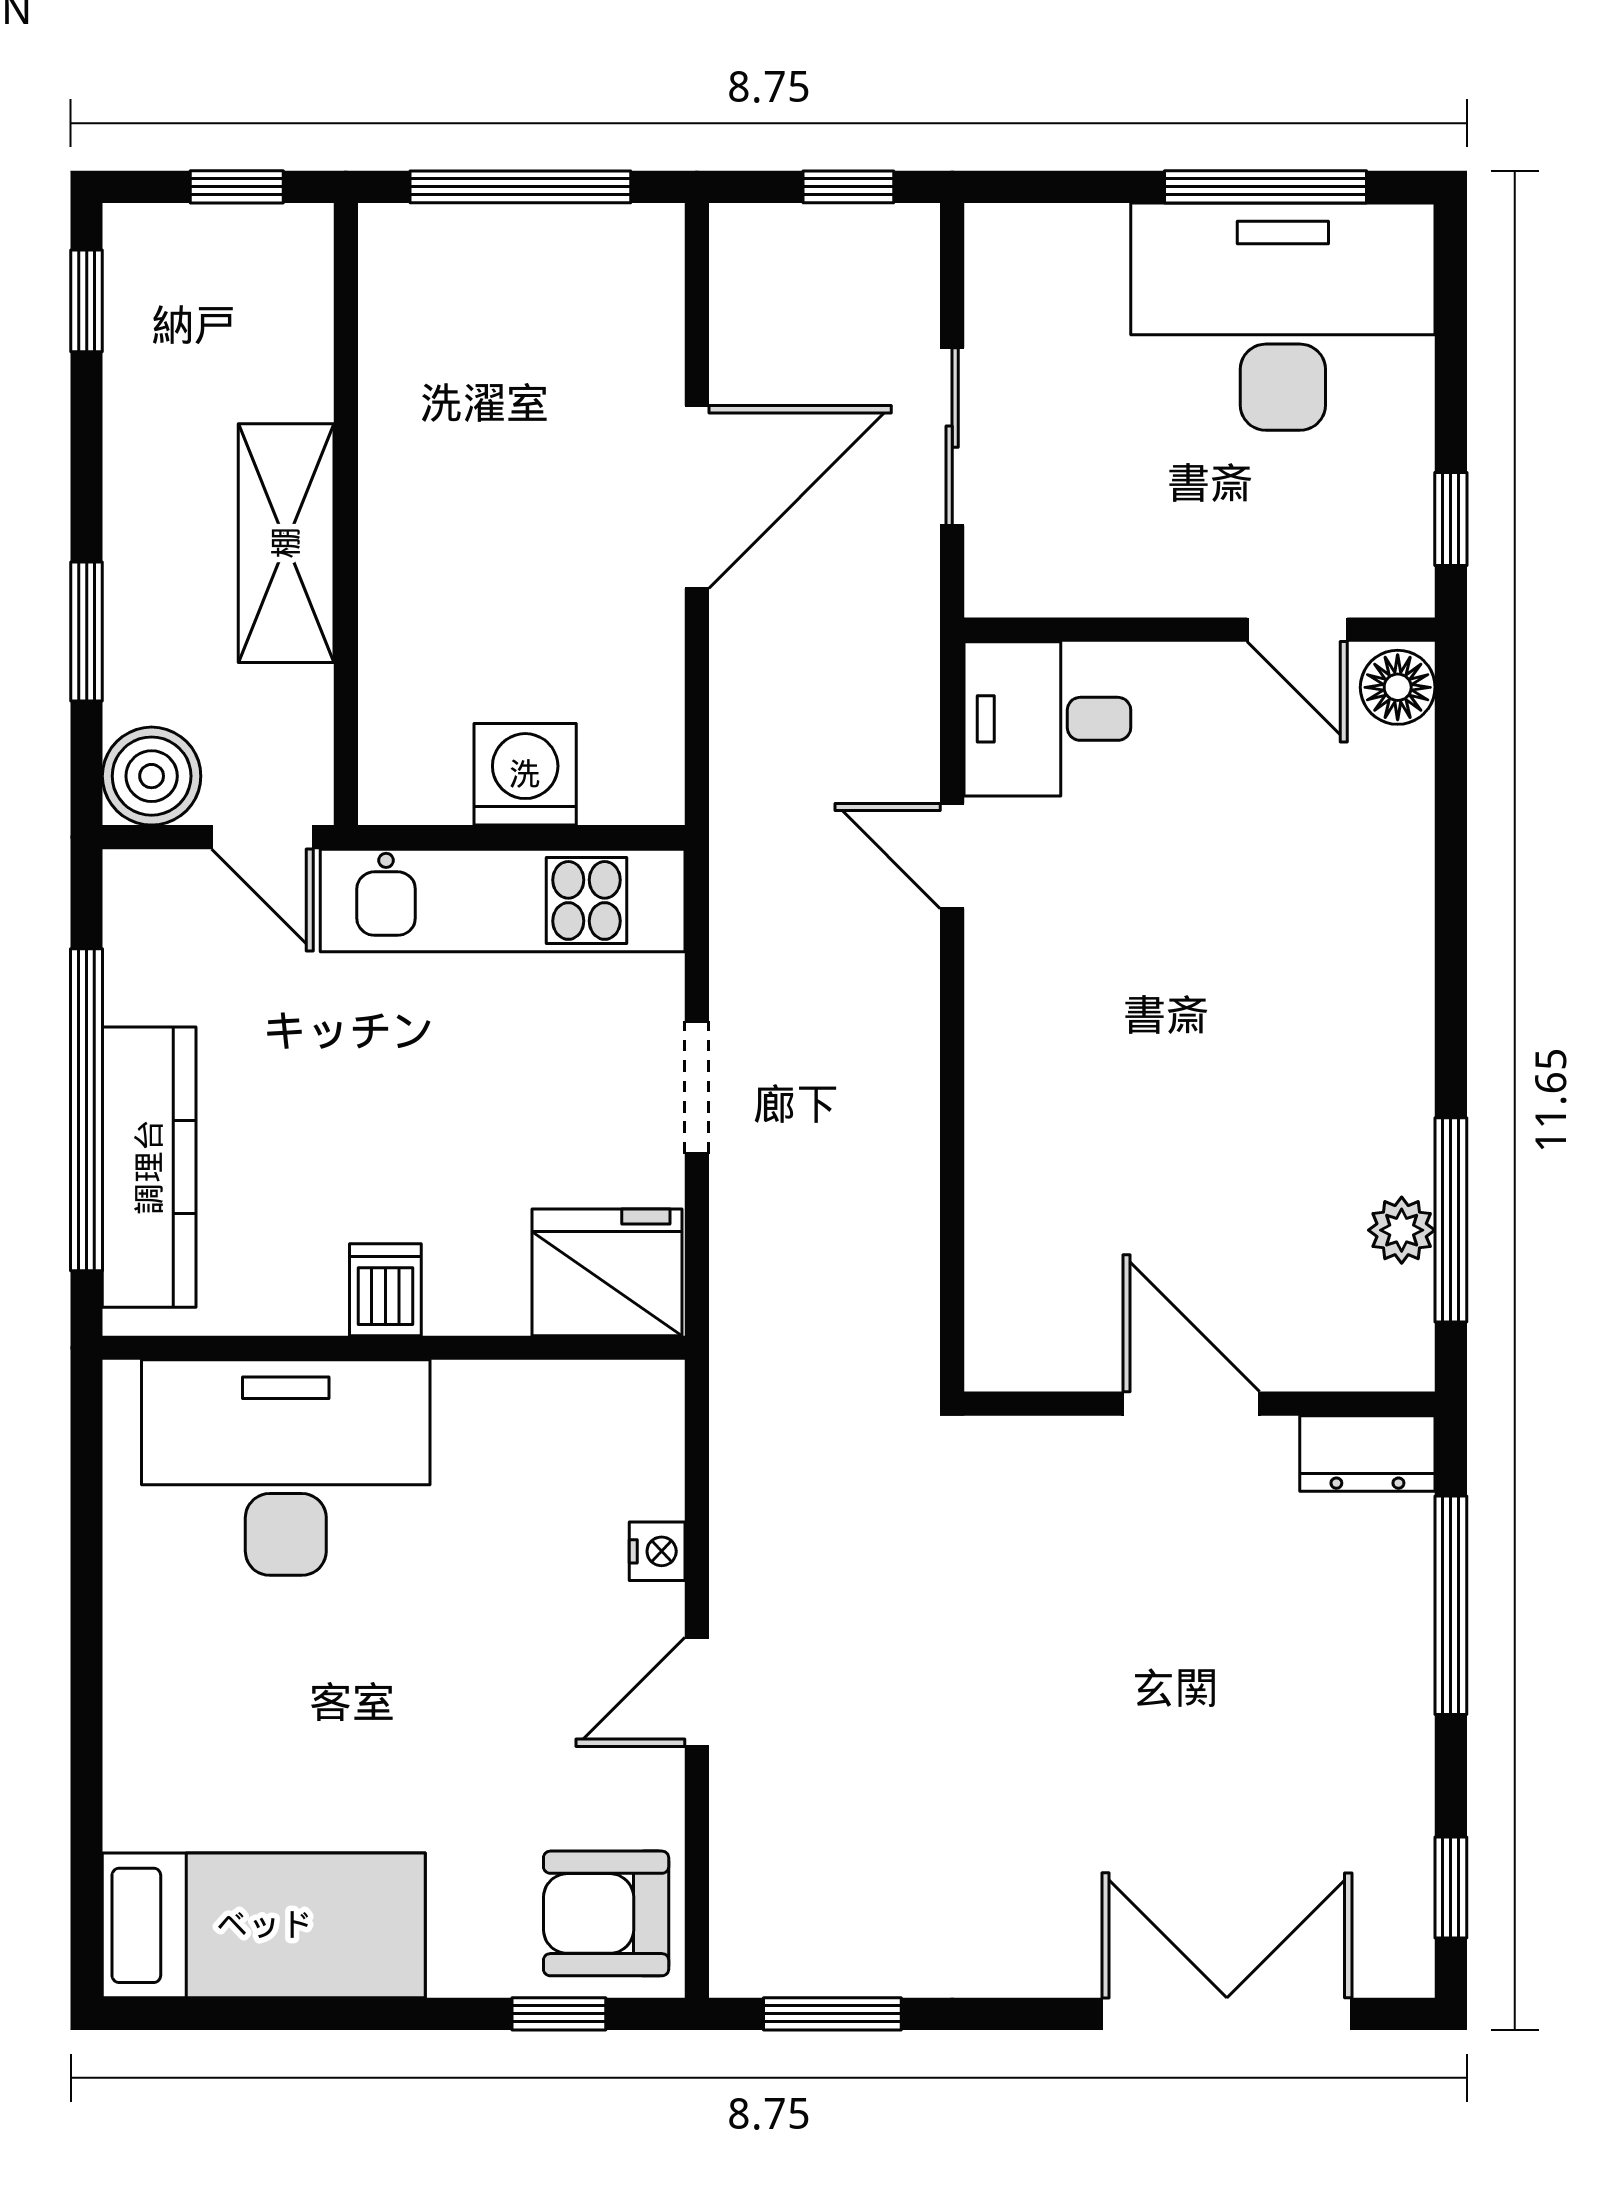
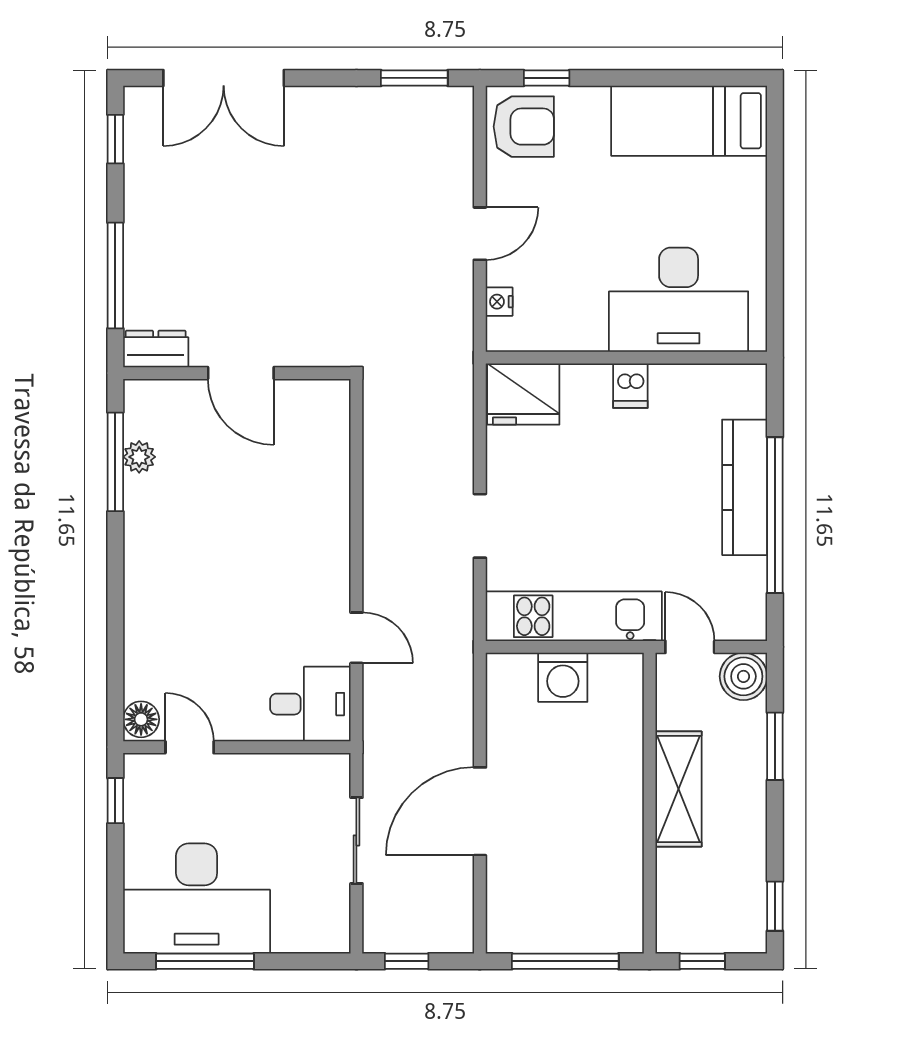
fridge: (607, 1272) -> (523, 394), moved
dishwasher: (385, 1290) -> (630, 386), moved
wall: (394, 1348) -> (626, 358), moved
desk: (286, 1468) -> (679, 300), moved

